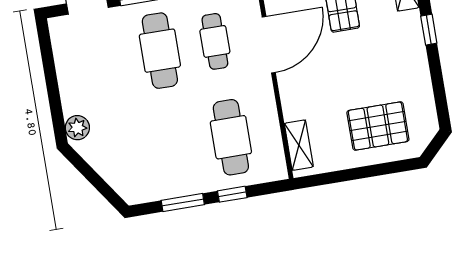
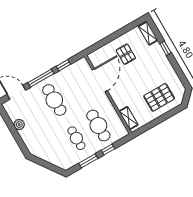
cafe table: (215, 41) -> (76, 138), moved
plant: (77, 128) -> (19, 124), moved

